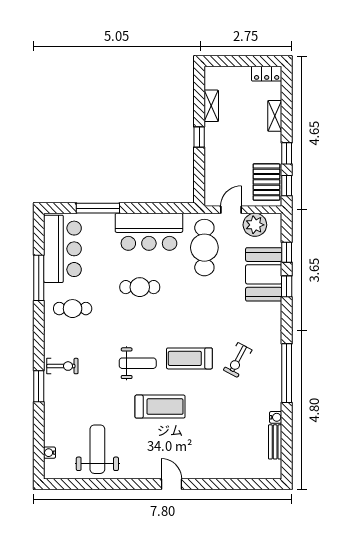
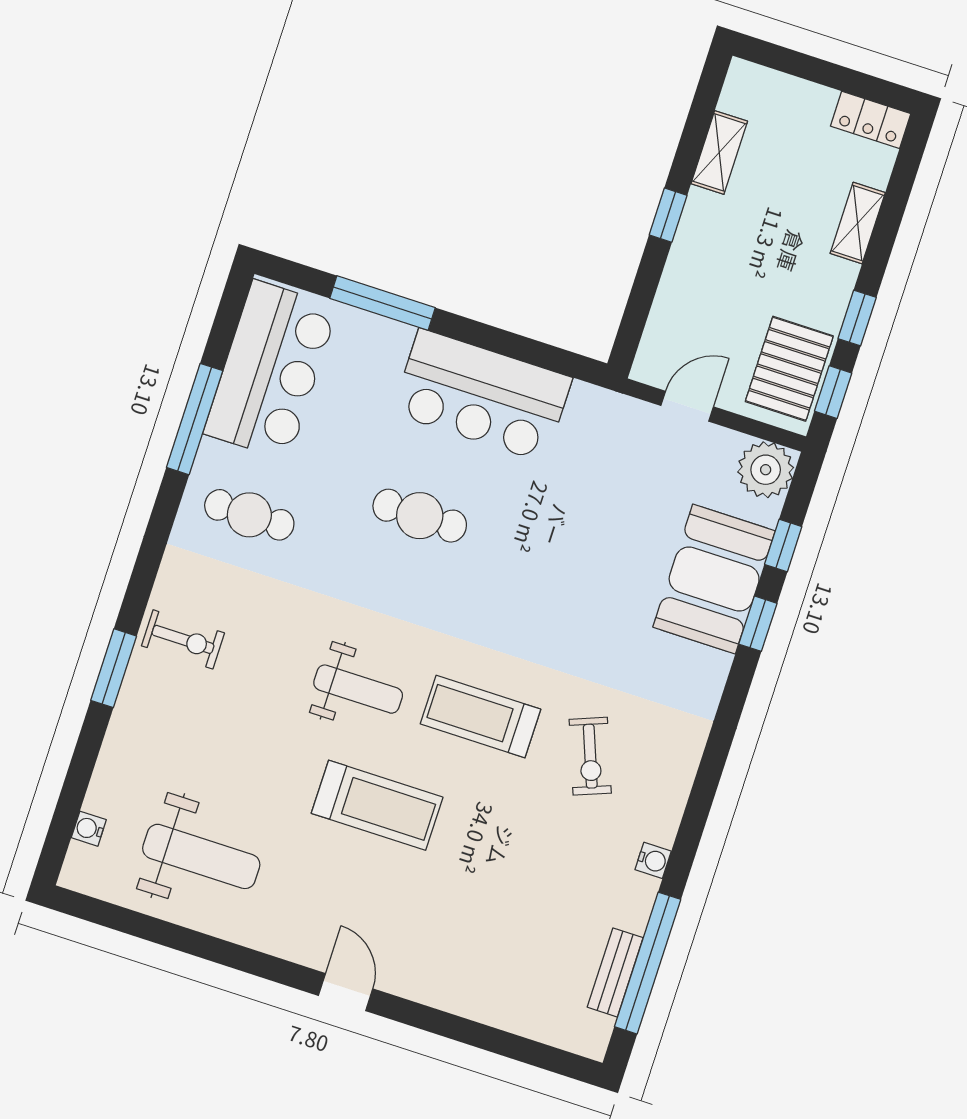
plant: (255, 225) -> (766, 470), moved
cafe table: (204, 248) -> (598, 473), removed
exercise bike: (238, 360) -> (590, 756), turned -49
window: (287, 373) -> (648, 963), moved
water cooler: (276, 417) -> (653, 860), moved
weight bench: (97, 449) -> (201, 856), turned 90

